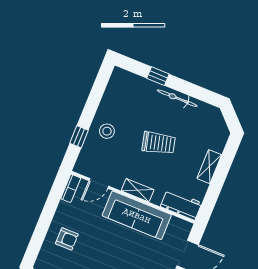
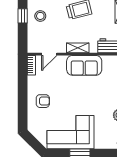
window: (79, 137) -> (23, 16), moved
sofa: (137, 215) -> (84, 65), width x0.73

